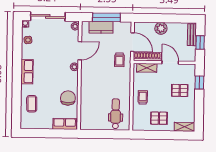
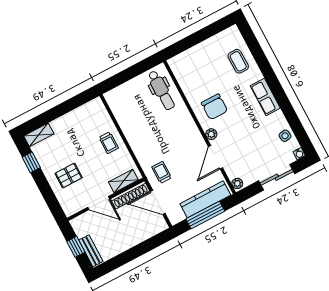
sliding door: (48, 16) -> (277, 177), width x0.73
kitchen counter: (101, 27) -> (205, 199), width x1.50
plant: (161, 28) -> (132, 238), removed
window: (199, 83) -> (31, 162), moved
chair: (68, 98) -> (214, 107), moved
dental chair: (116, 114) -> (161, 90), moved
pallet: (159, 118) -> (75, 128), removed
row of seats: (65, 124) -> (185, 59), removed

